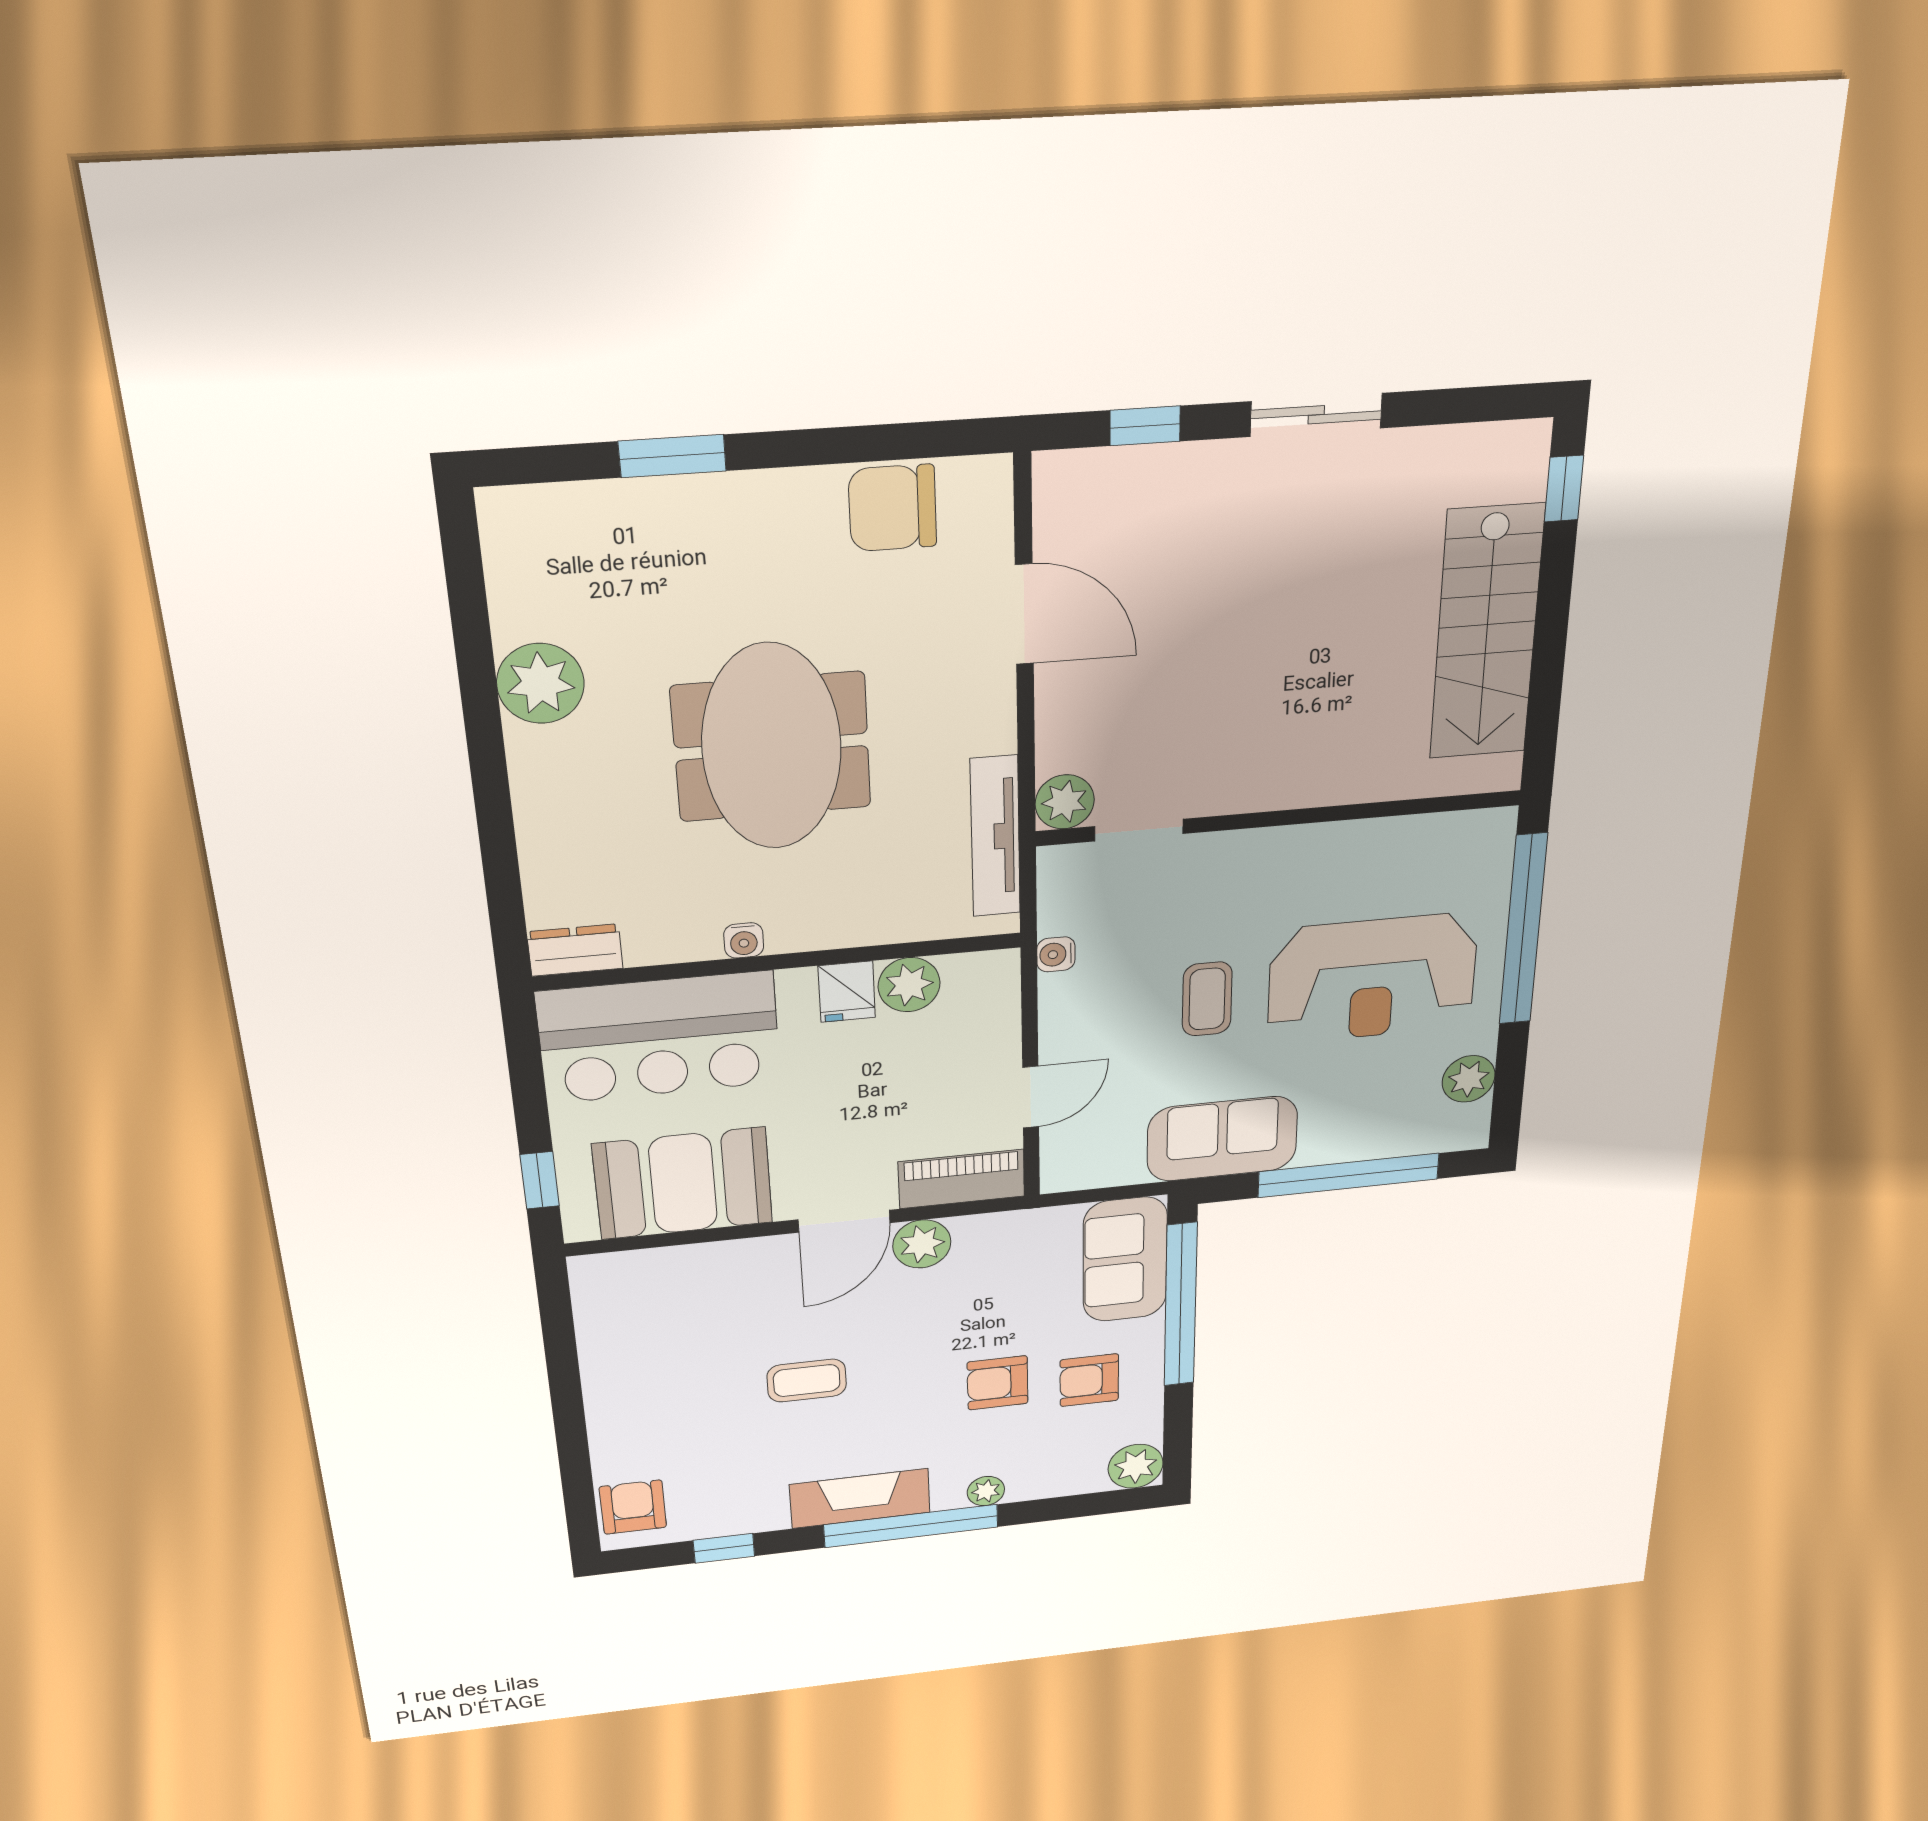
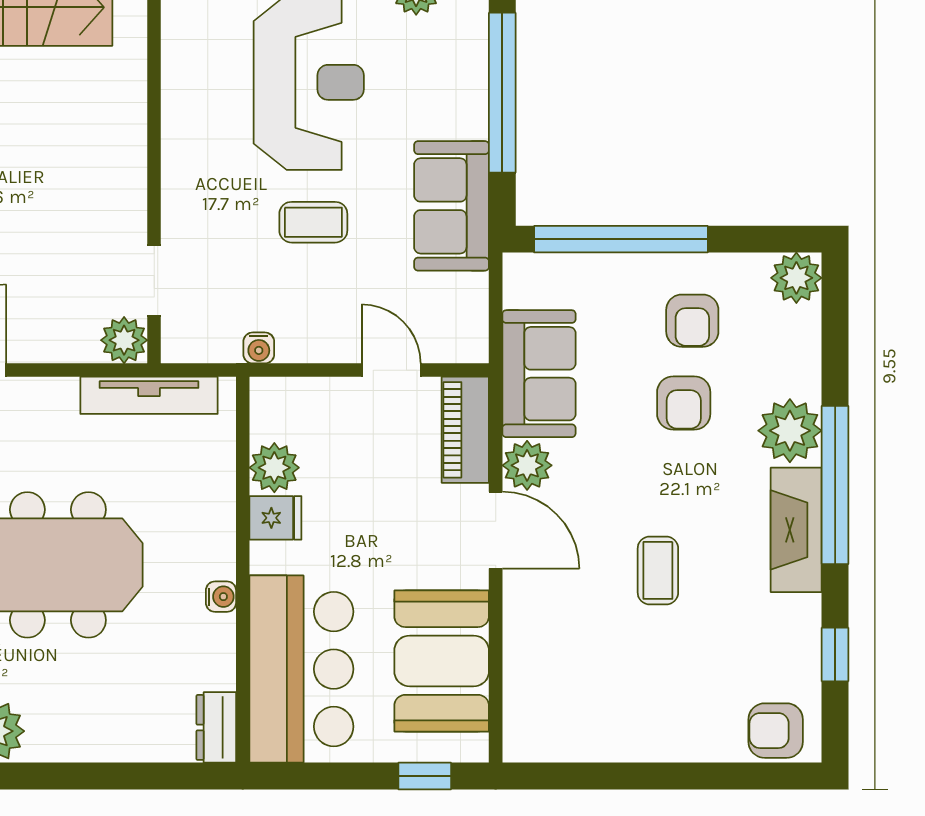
sofa: (1125, 1260) -> (539, 374), moved, turned -90
plant: (986, 1491) -> (790, 431), width x1.87, depth x1.87

